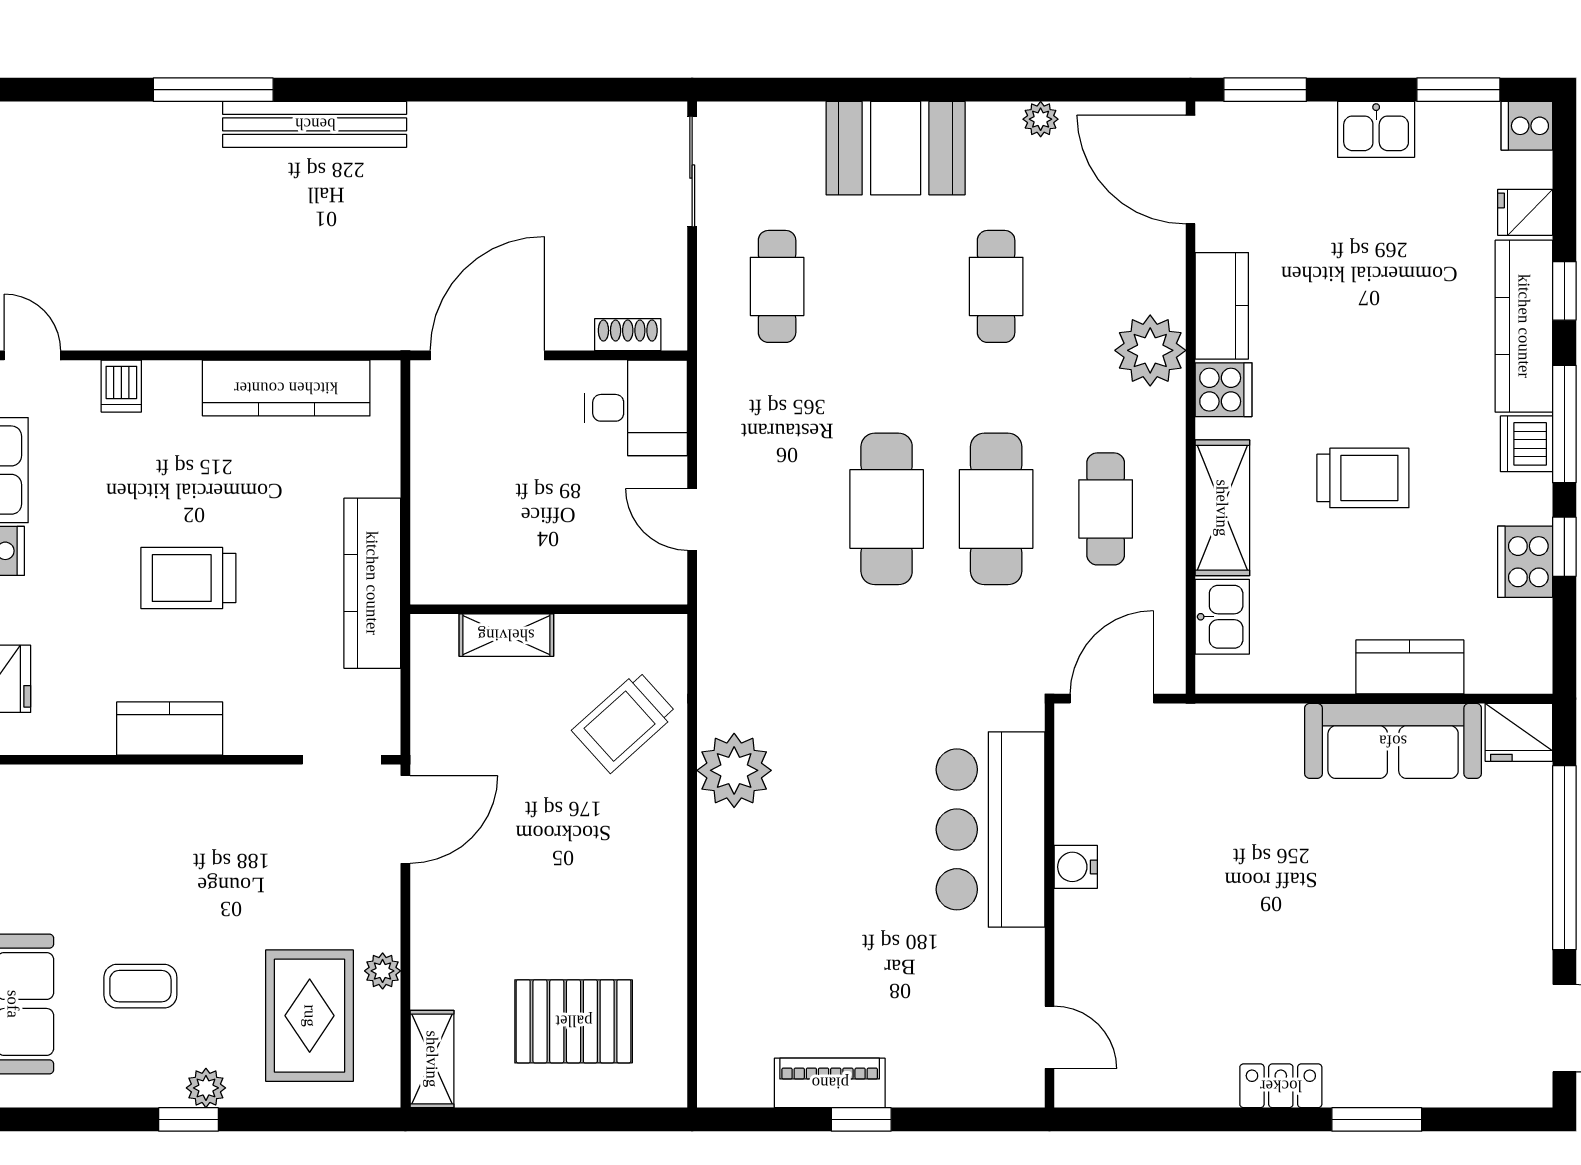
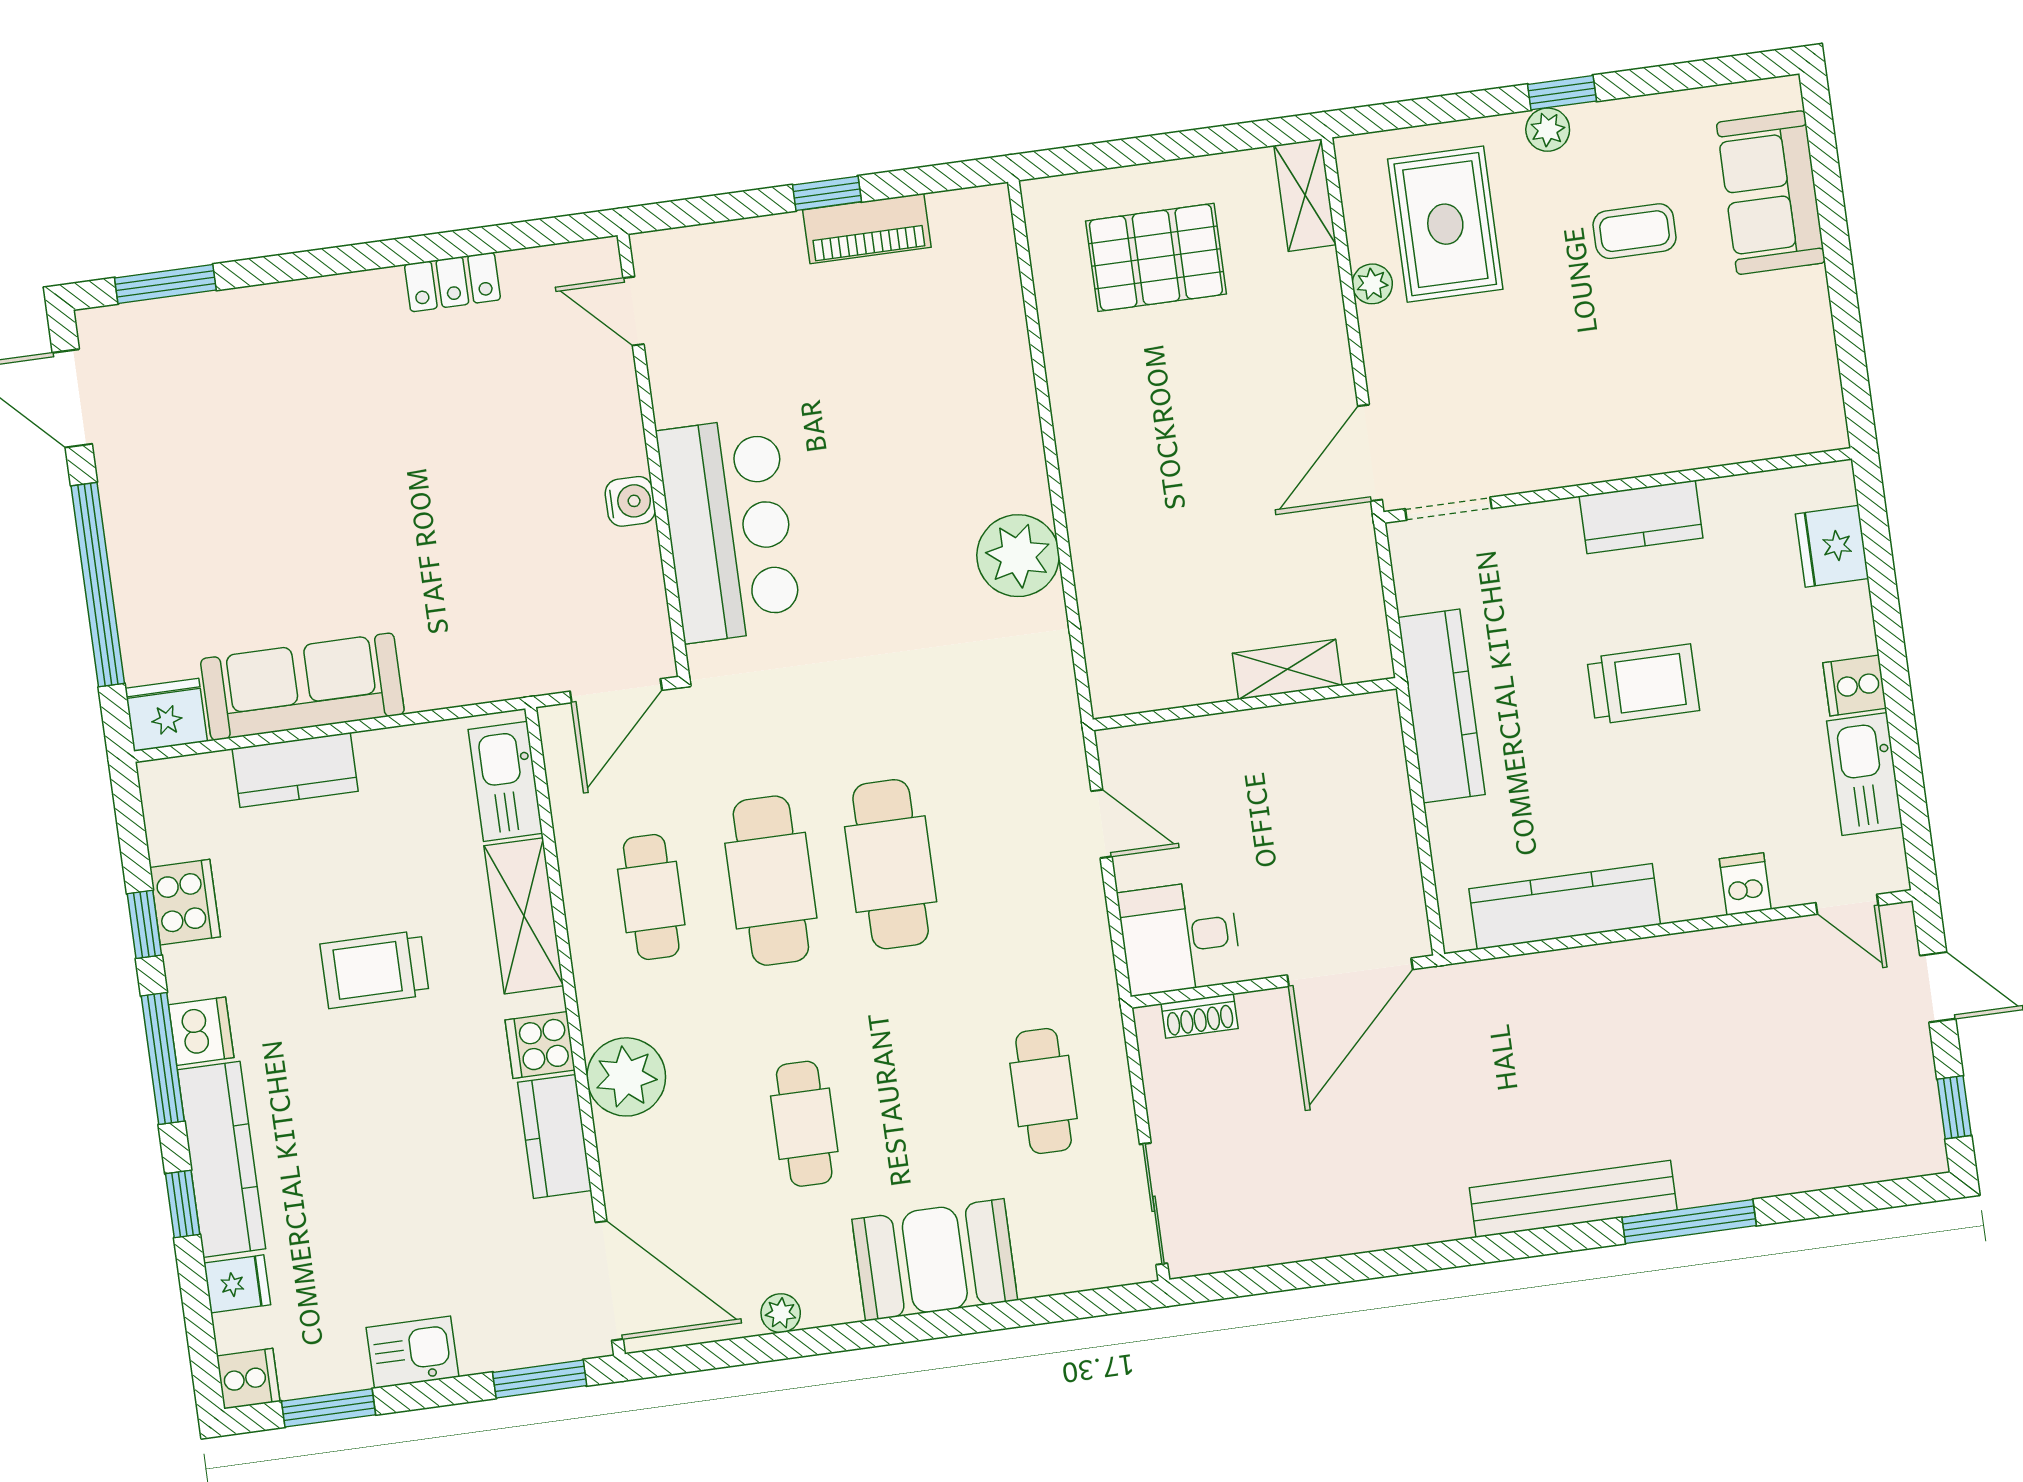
kitchen sink: (1222, 617) -> (505, 781), width x1.38
trolley: (624, 722) -> (1145, 592), removed
locker: (1281, 1086) -> (452, 282), moved
window: (1377, 1119) -> (165, 284), moved

